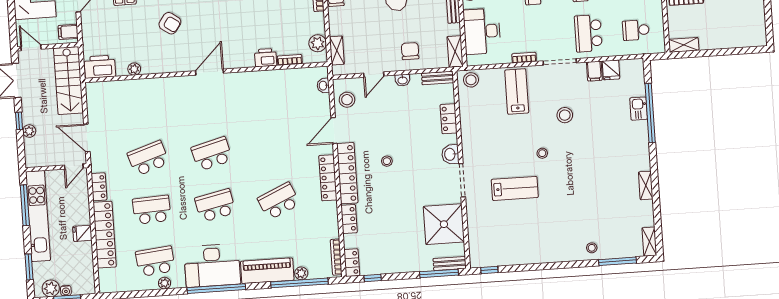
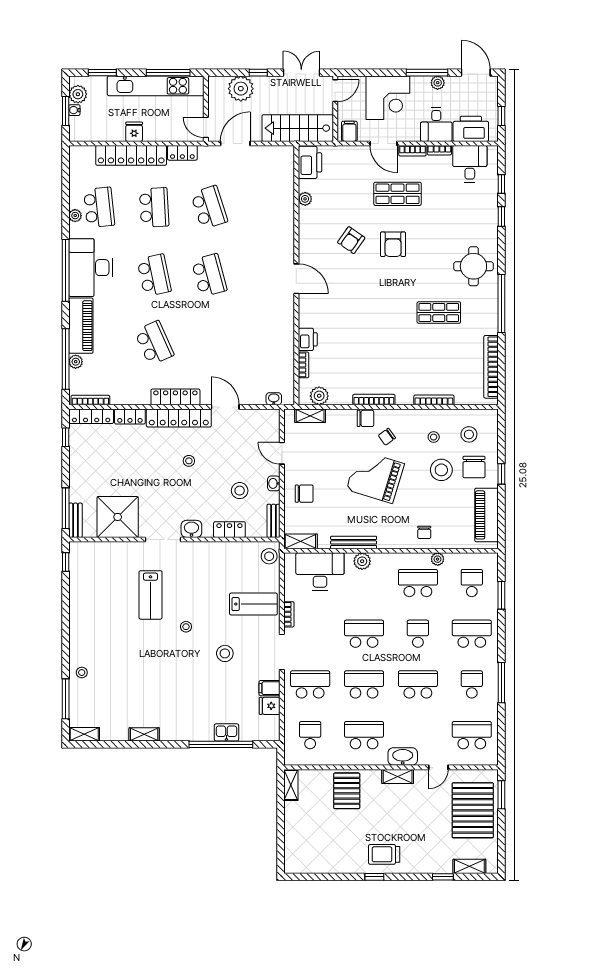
stool: (347, 100) -> (240, 491), moved
plant: (29, 131) -> (241, 89), width x1.87, depth x1.87
locker: (352, 263) -> (91, 416), width x1.53

